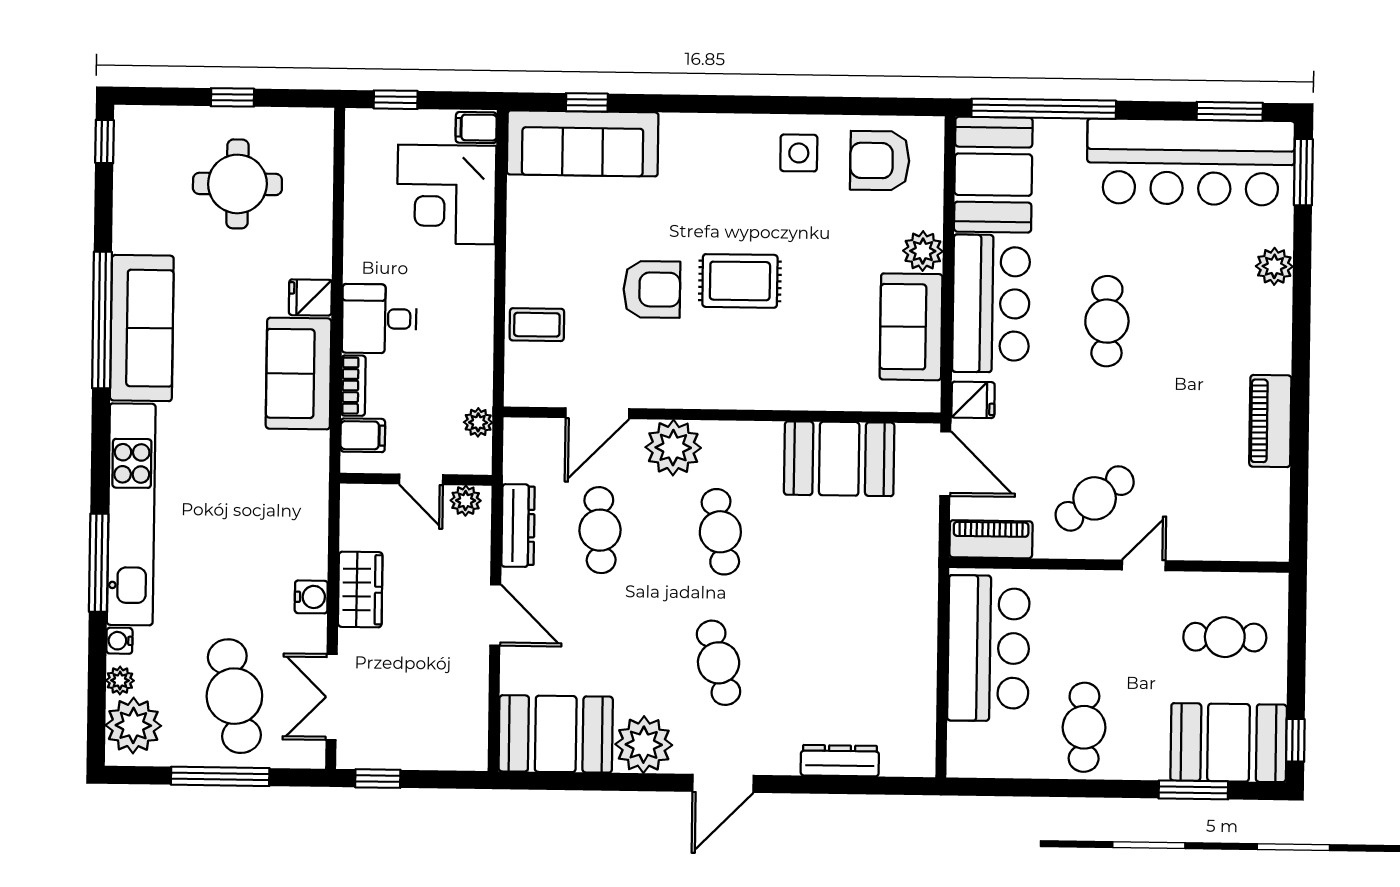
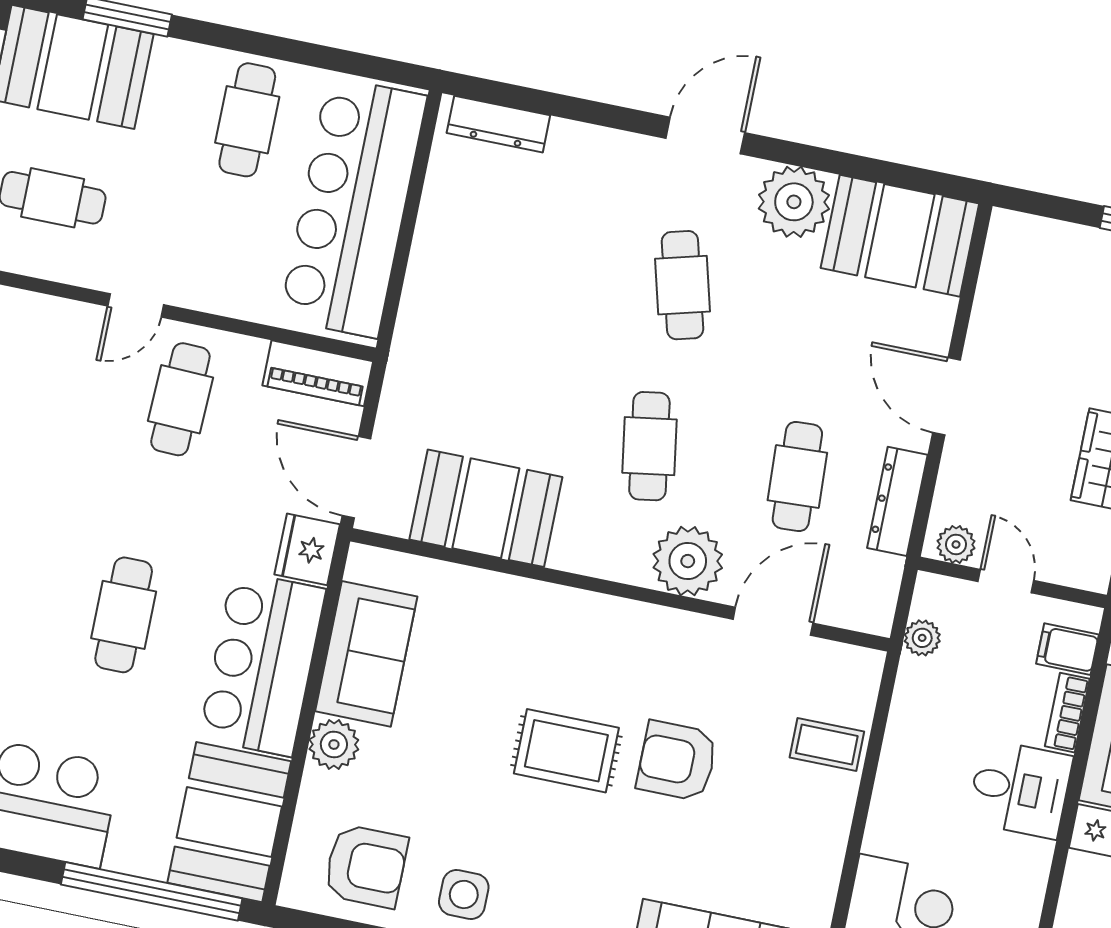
fridge: (973, 400) -> (307, 549), width x1.38
cafe table: (1095, 498) -> (180, 399), turned -52
bar counter: (988, 648) -> (353, 207), width x1.36
dresser: (840, 761) -> (498, 124), moved

